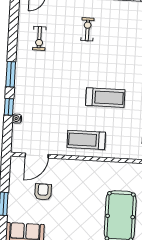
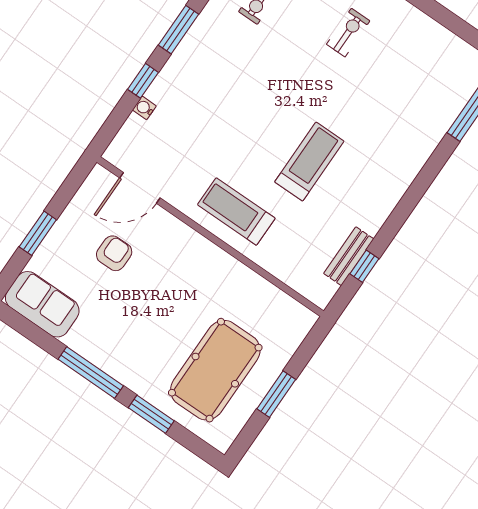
treadmill: (105, 98) -> (309, 162), turned -90

